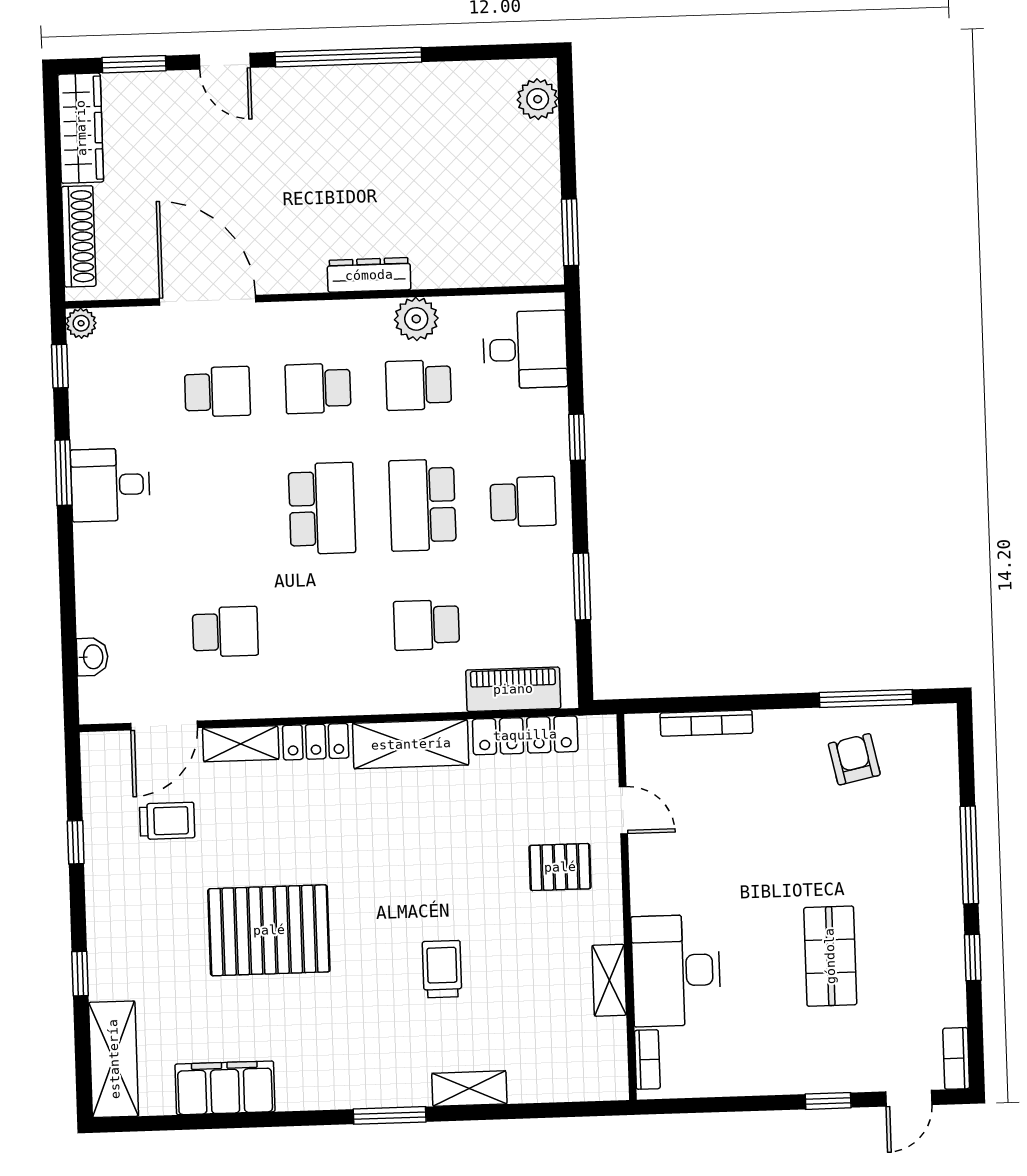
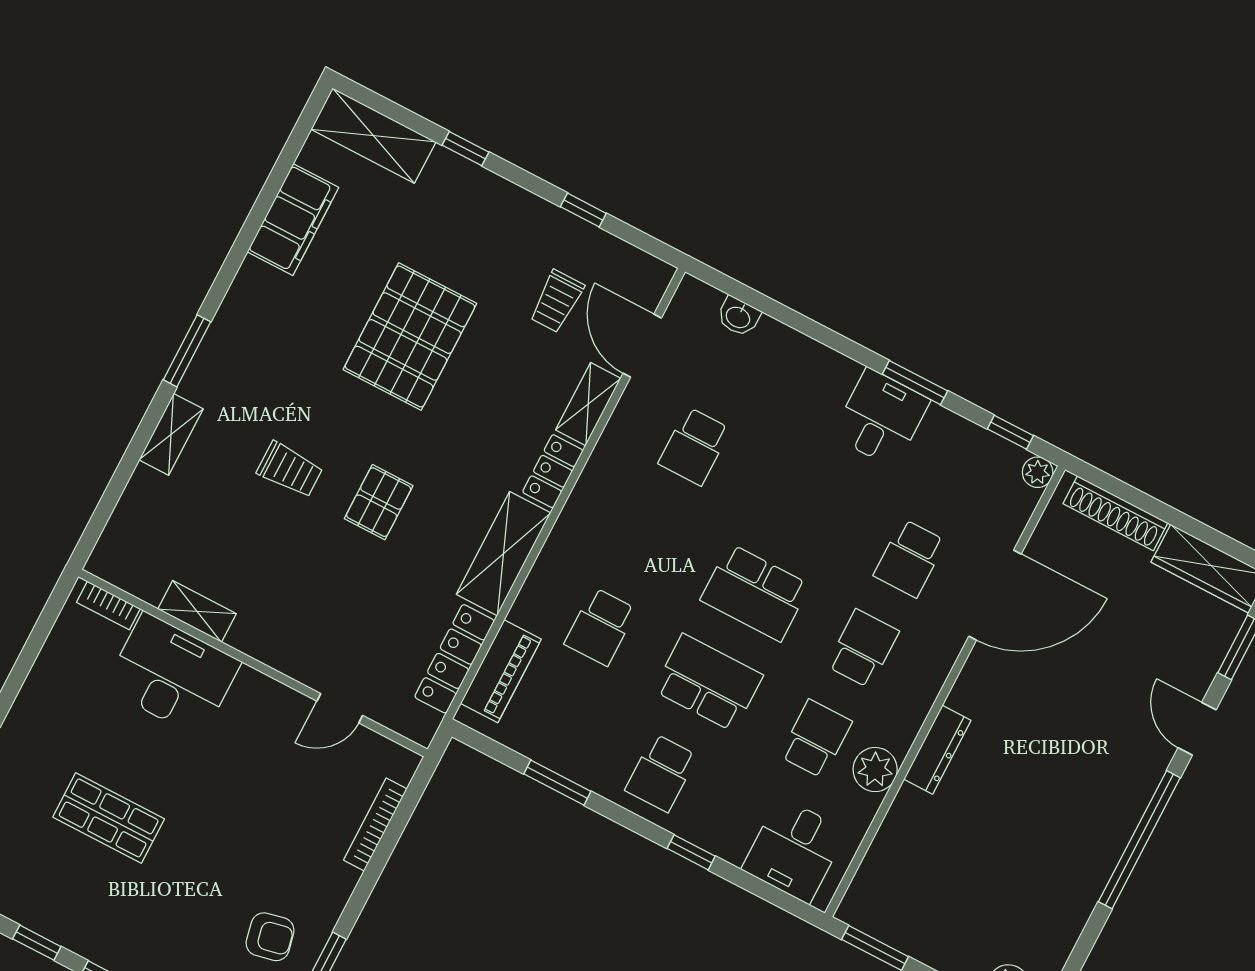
door: (225, 61) -> (1197, 729), hinge flipped
school desk: (427, 625) -> (601, 627), turned 180
pallet: (560, 867) -> (379, 502), moved

